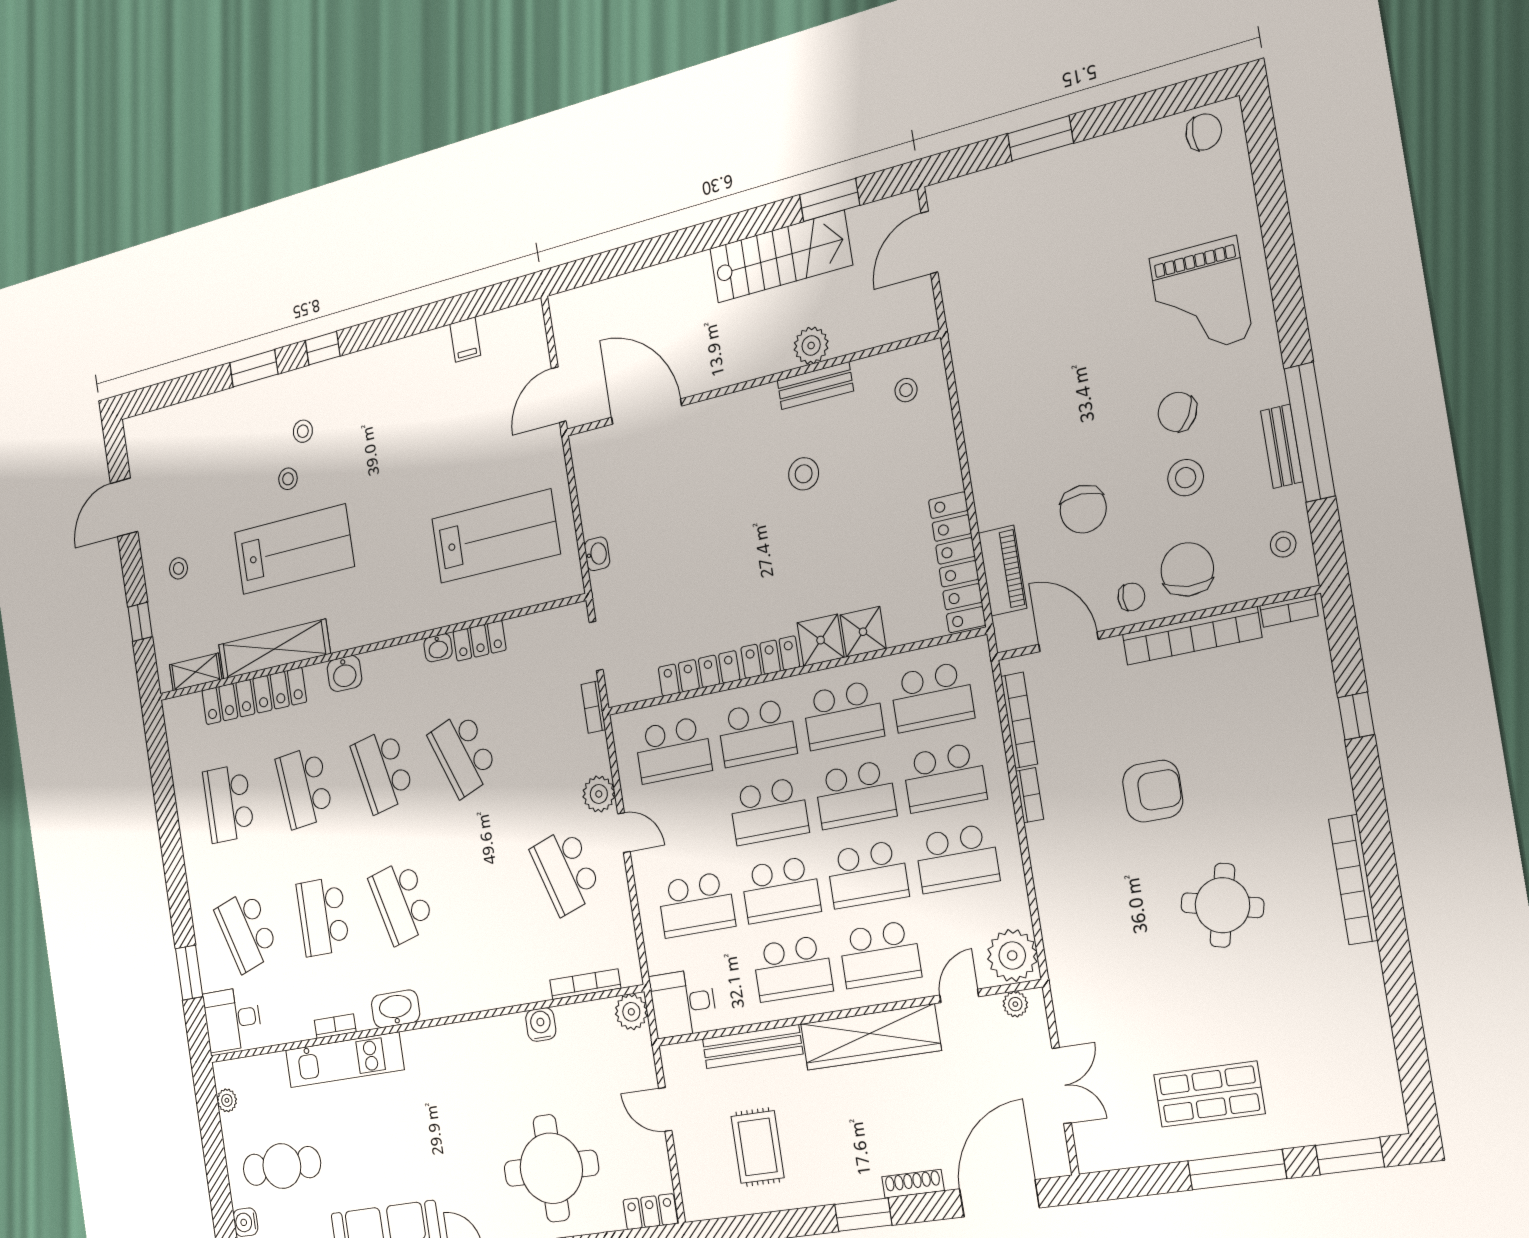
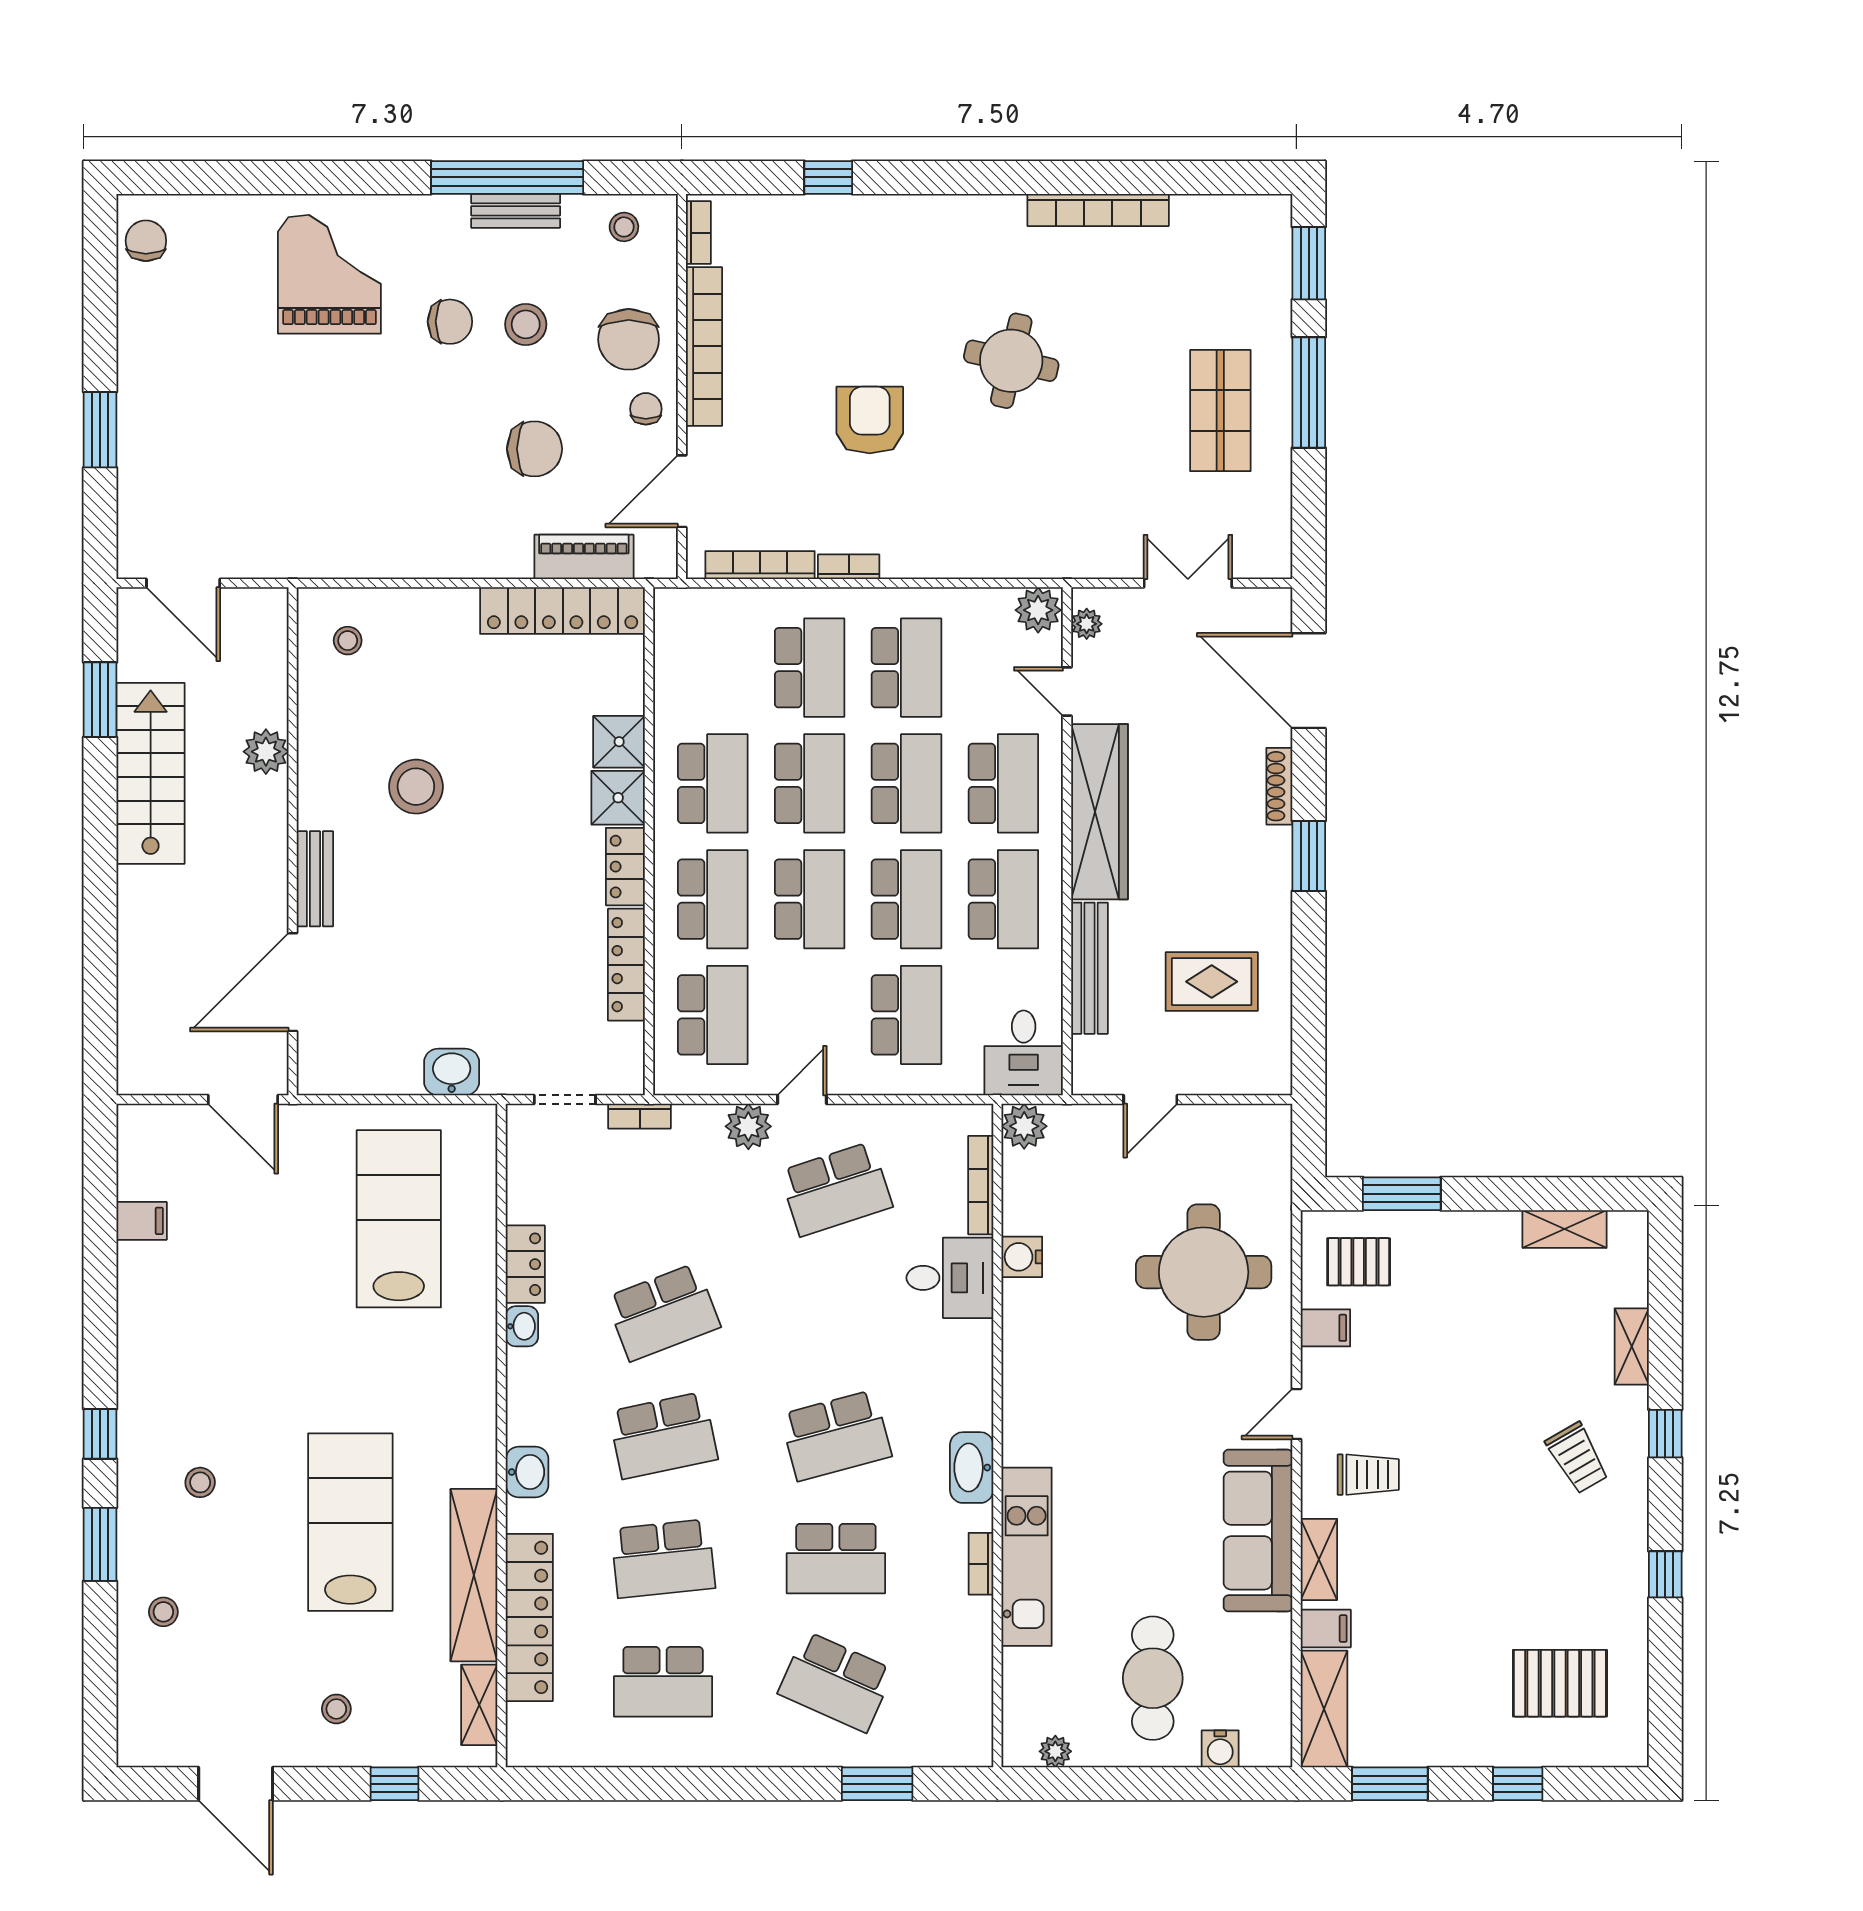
grand piano: (1201, 298) -> (329, 274), turned -90
bench: (815, 386) -> (315, 879), moved
chair: (1177, 412) -> (450, 322), turned -120
stool: (804, 474) -> (416, 787), width x1.38, depth x1.38
stool: (288, 479) -> (163, 1612), moved
washbasin: (597, 554) -> (452, 1072), width x1.38, depth x1.45
chair: (1187, 569) -> (629, 339), turned -95
school desk: (932, 697) -> (713, 668), removed
bookcase: (1353, 880) -> (1098, 210), moved
school desk: (246, 931) -> (836, 1682), turned 42
plant: (1012, 955) -> (1038, 610), width x0.73, depth x0.73
desk: (233, 1019) -> (950, 1278), moved, turned -90
locker: (650, 1212) -> (1273, 1141), removed

